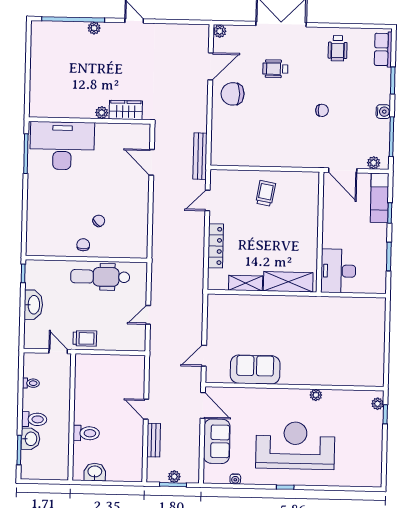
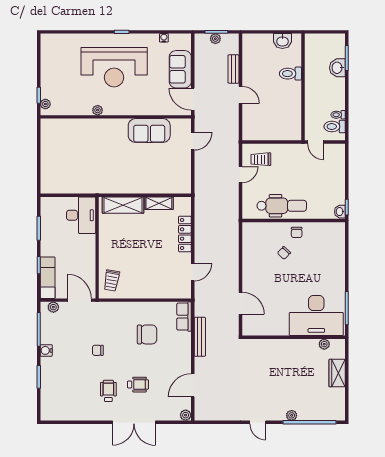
wheelchair: (338, 48) -> (108, 391), moved
row of seats: (383, 49) -> (184, 317), moved, turned 180
chair: (233, 94) -> (147, 334), moved
wardrobe: (126, 110) -> (337, 373), moved, turned 90
plant: (102, 113) -> (324, 344), moved
bench: (200, 156) -> (200, 337), moved
trolley: (266, 193) -> (112, 280), moved
washbasin: (33, 305) -> (340, 212), moved, width x0.52, depth x0.69
trolley: (85, 338) -> (261, 159), moved
toilet: (34, 419) -> (335, 126), moved

